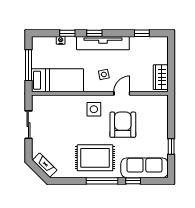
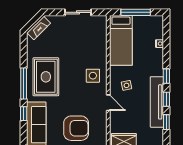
window: (67, 33) -> (166, 99), moved
tv unit: (103, 43) -> (157, 102), moved
armchair: (123, 125) -> (76, 128), moved

